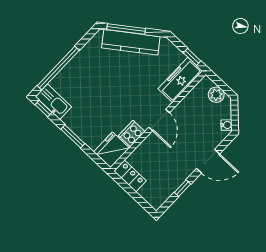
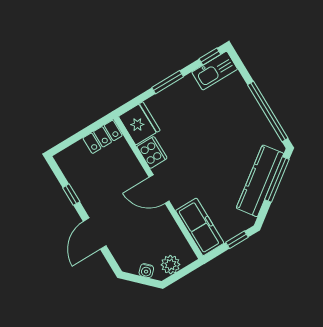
window: (192, 57) -> (237, 240), moved
window: (58, 68) -> (268, 111), moved
water cooler: (227, 125) -> (146, 271), moved

